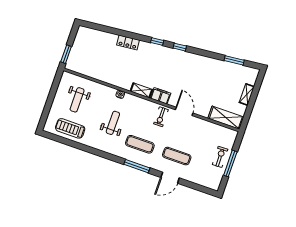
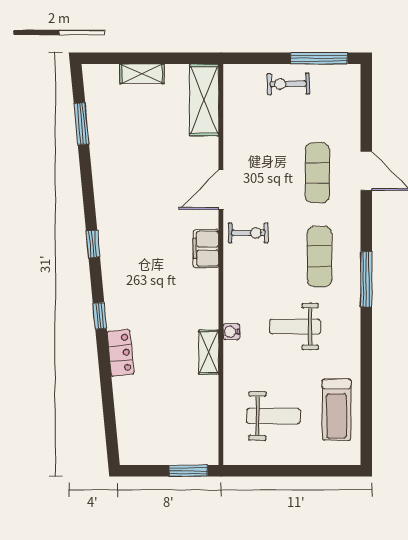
window: (157, 42) -> (100, 316), moved
shelving: (141, 90) -> (209, 352), moved
window: (230, 163) -> (319, 58), moved
window: (137, 166) -> (366, 279), moved

